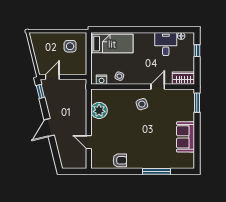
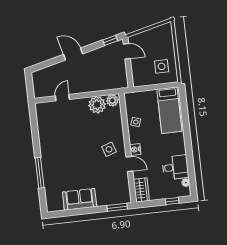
nightstand: (102, 80) -> (135, 149), moved
plant: (97, 96) -> (112, 100), added
armchair: (120, 160) -> (47, 133), removed

